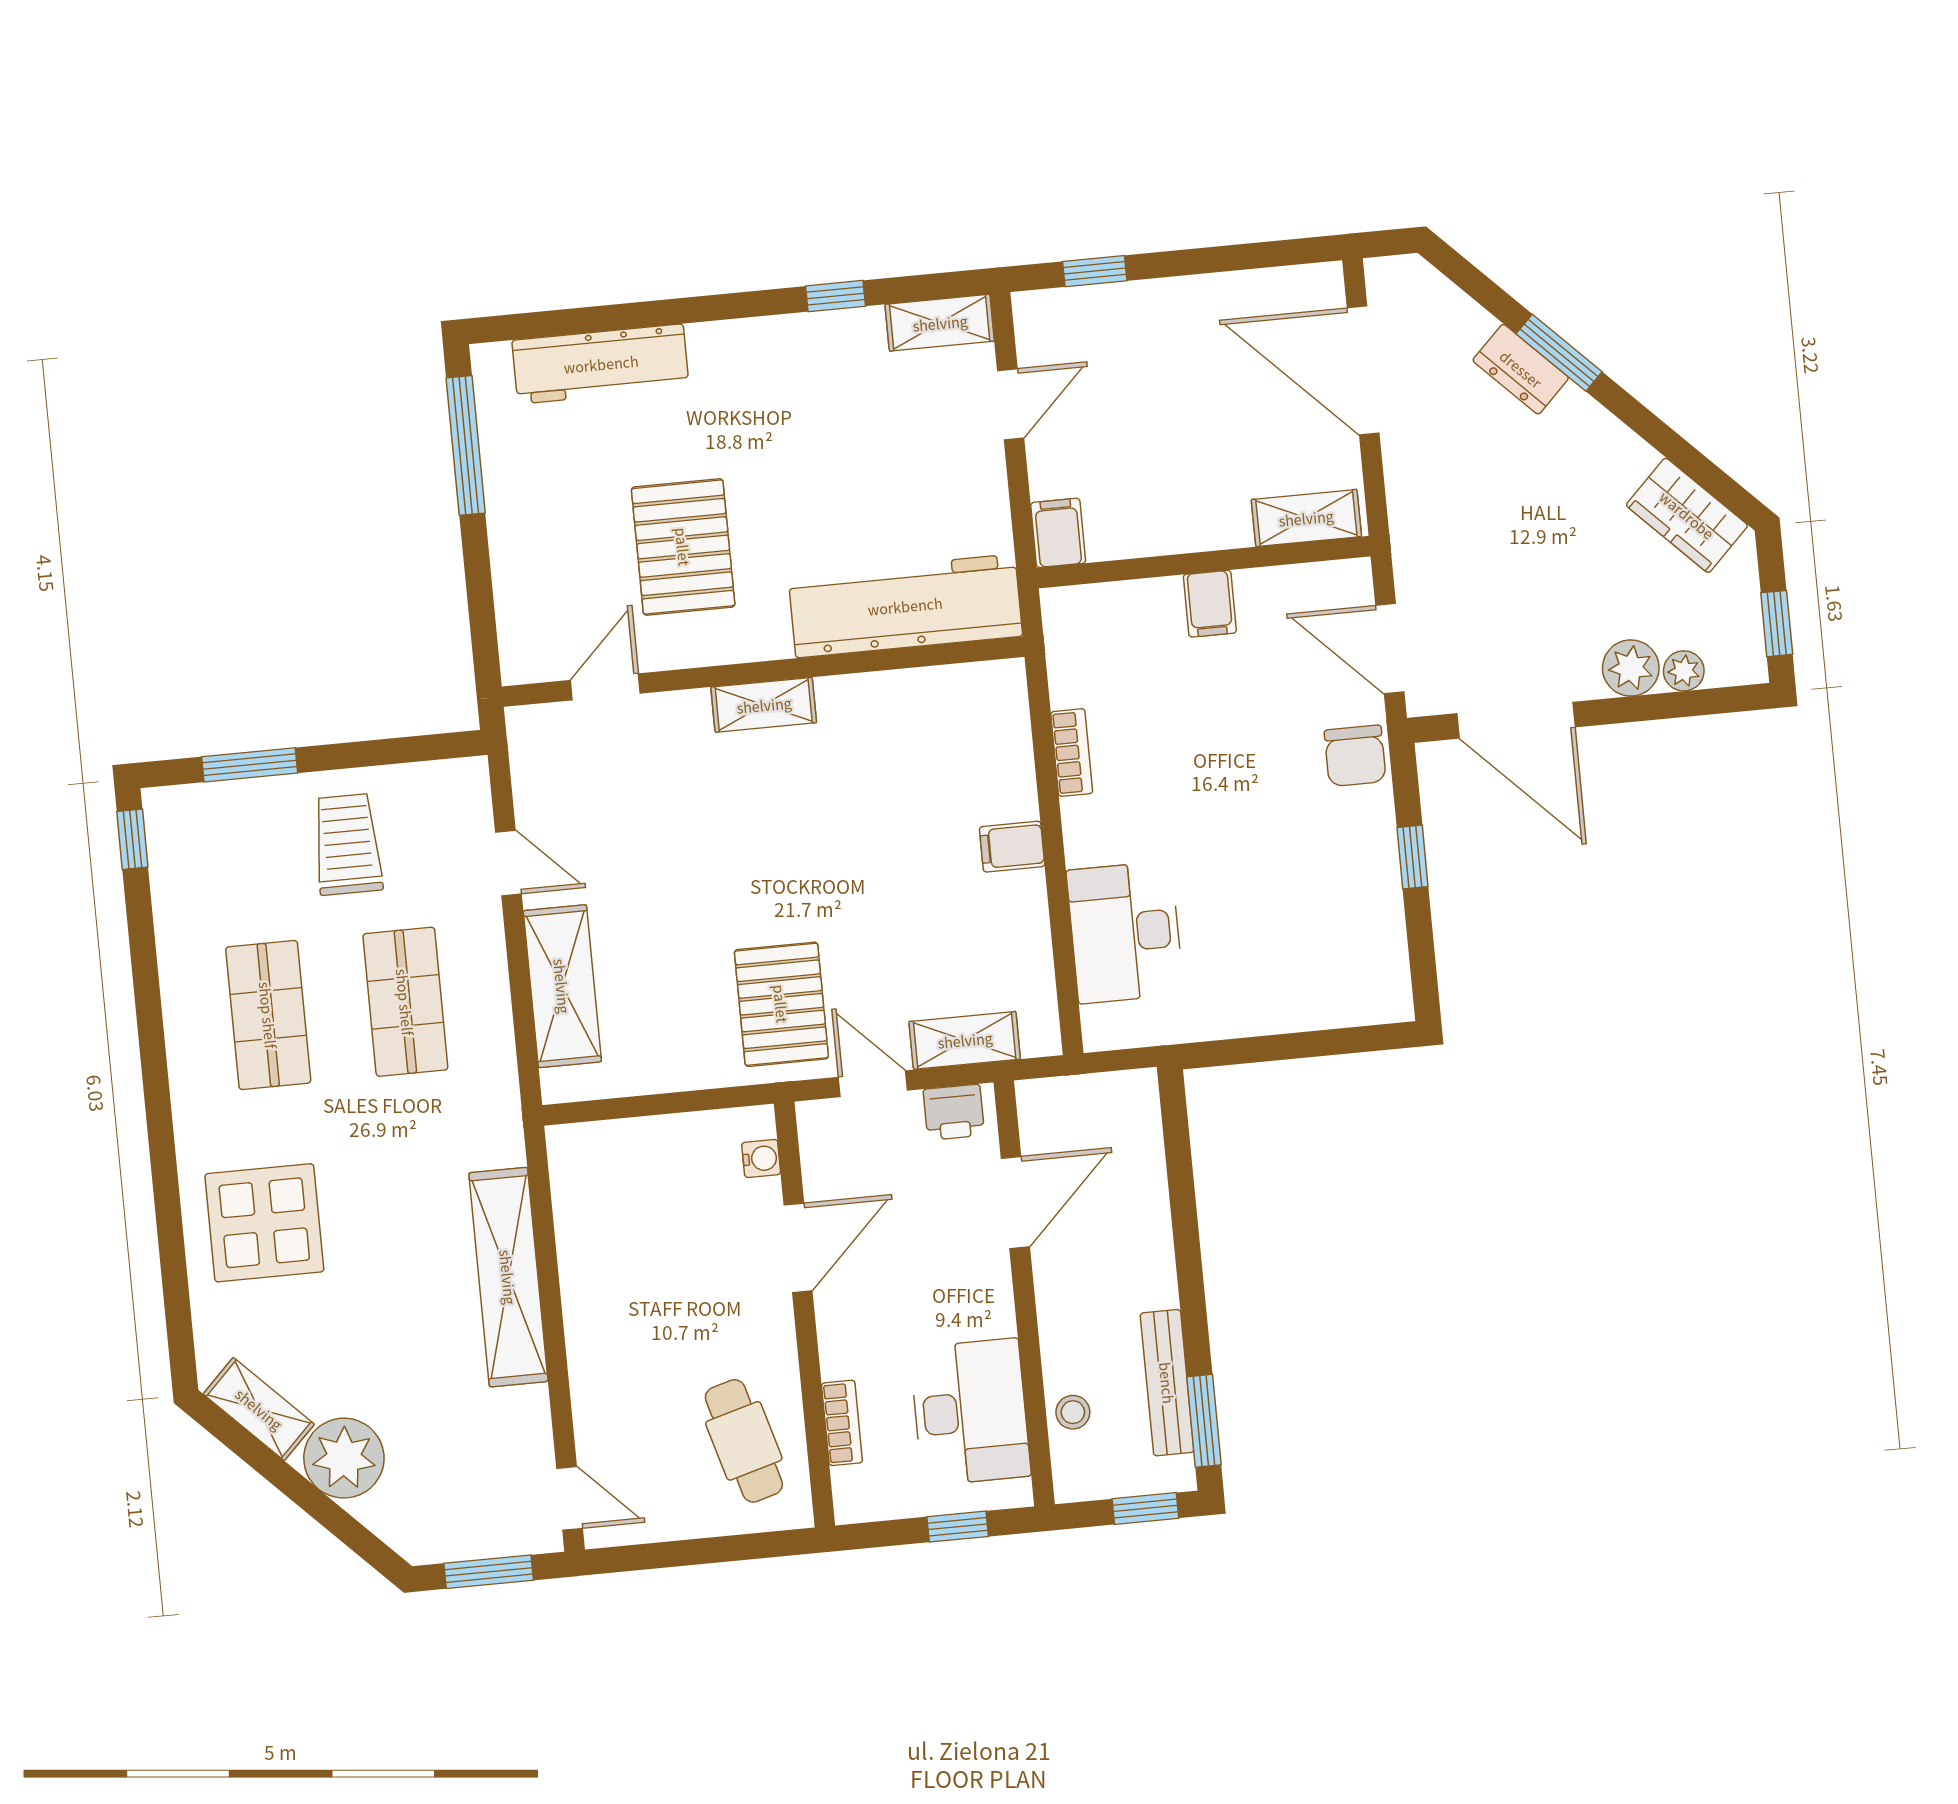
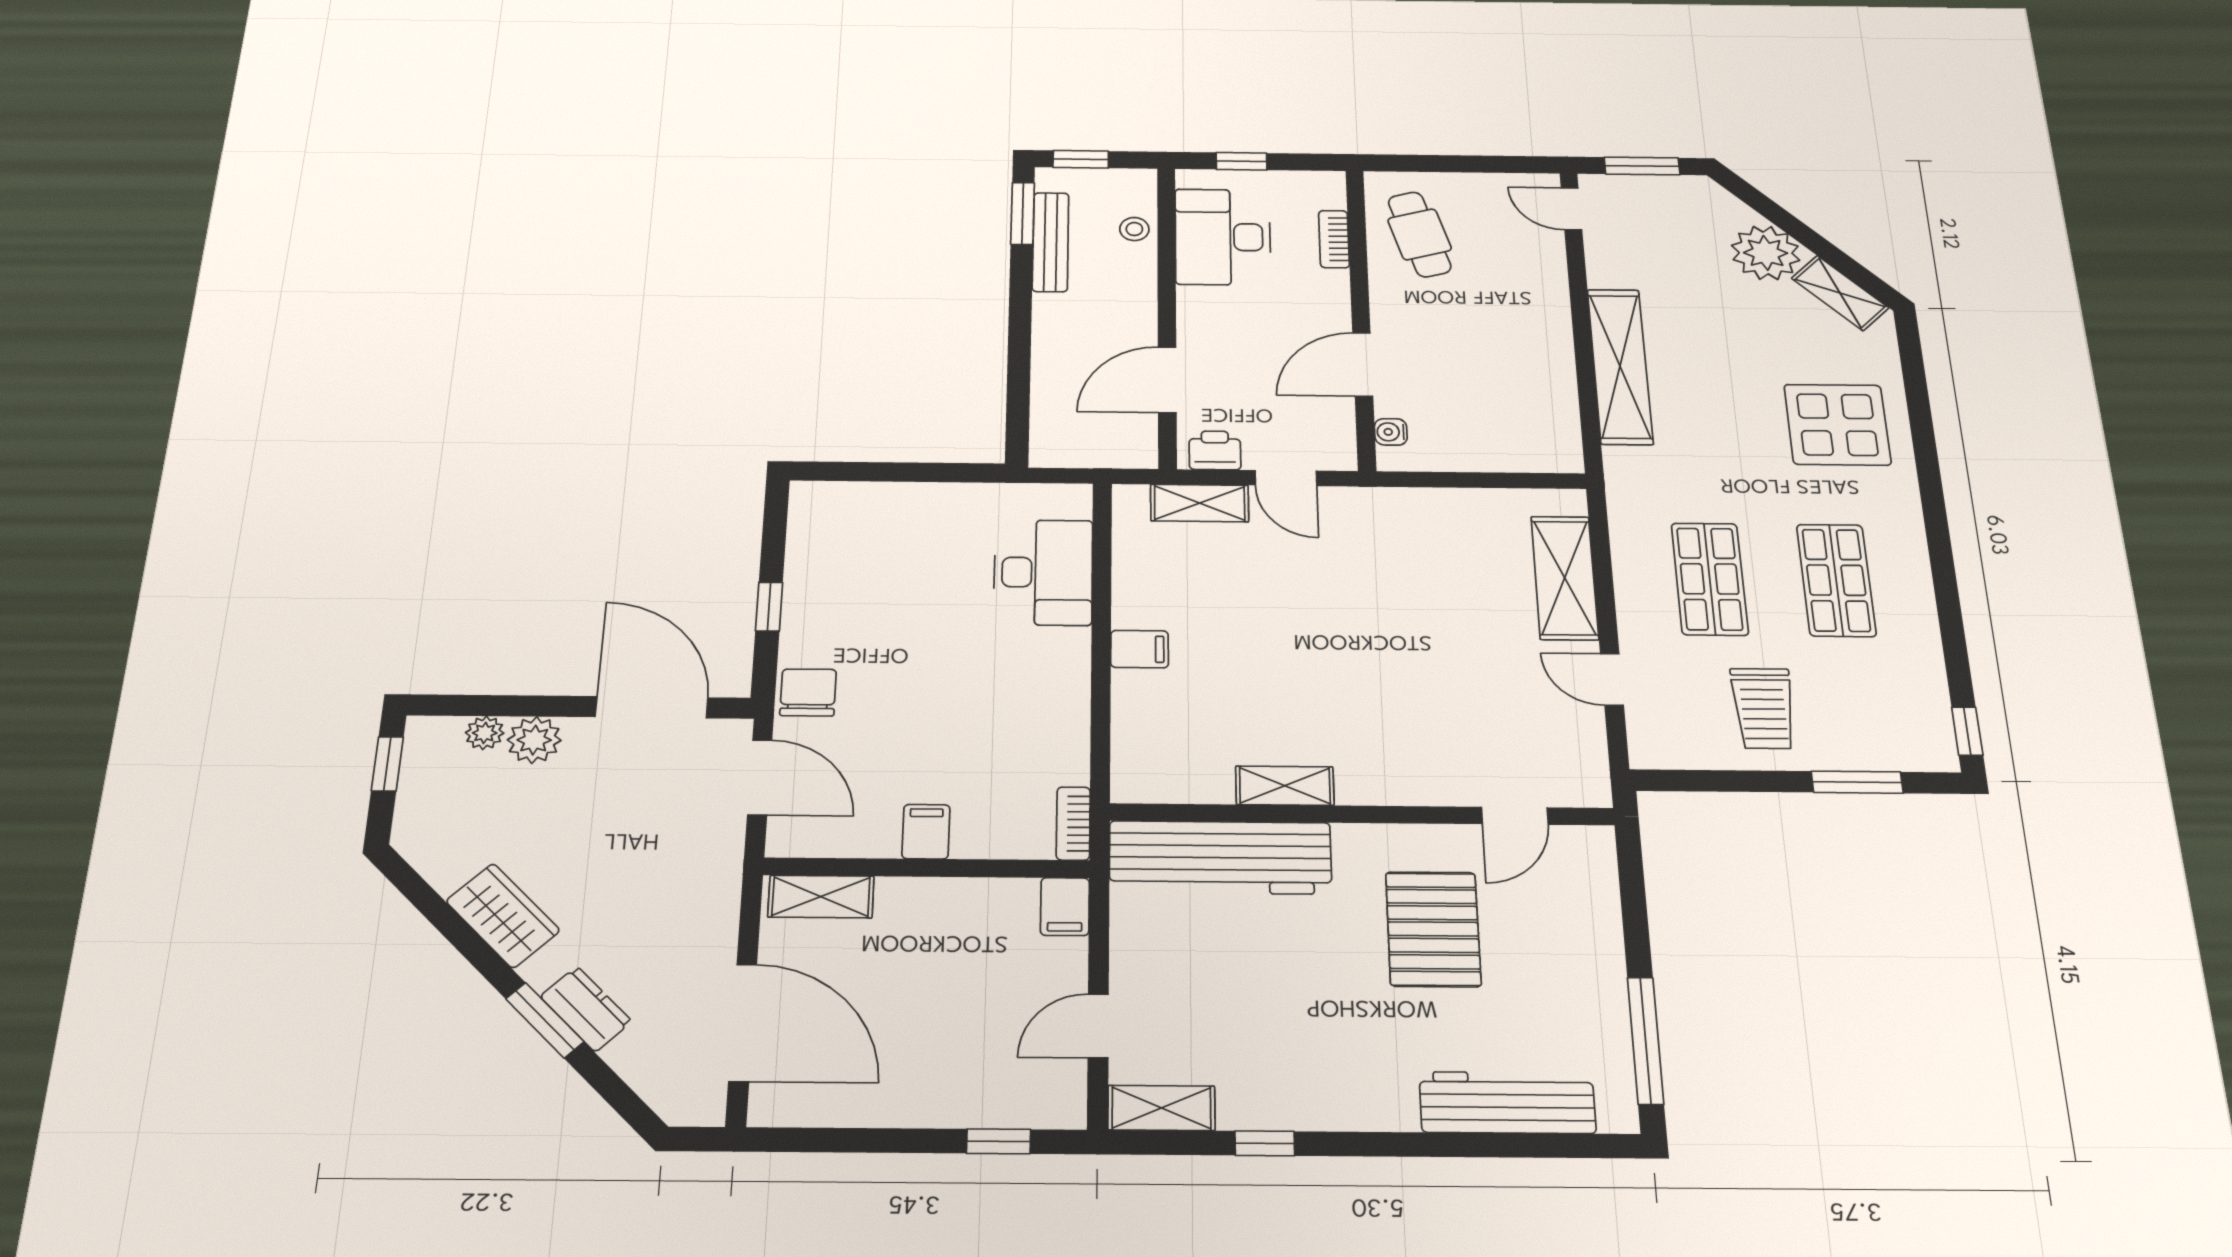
wardrobe: (1687, 515) -> (503, 916), moved
shelving: (764, 705) -> (1285, 786), moved
bookcase: (1072, 753) -> (1073, 823), moved
pallet: (781, 1004) -> (1364, 546), removed

